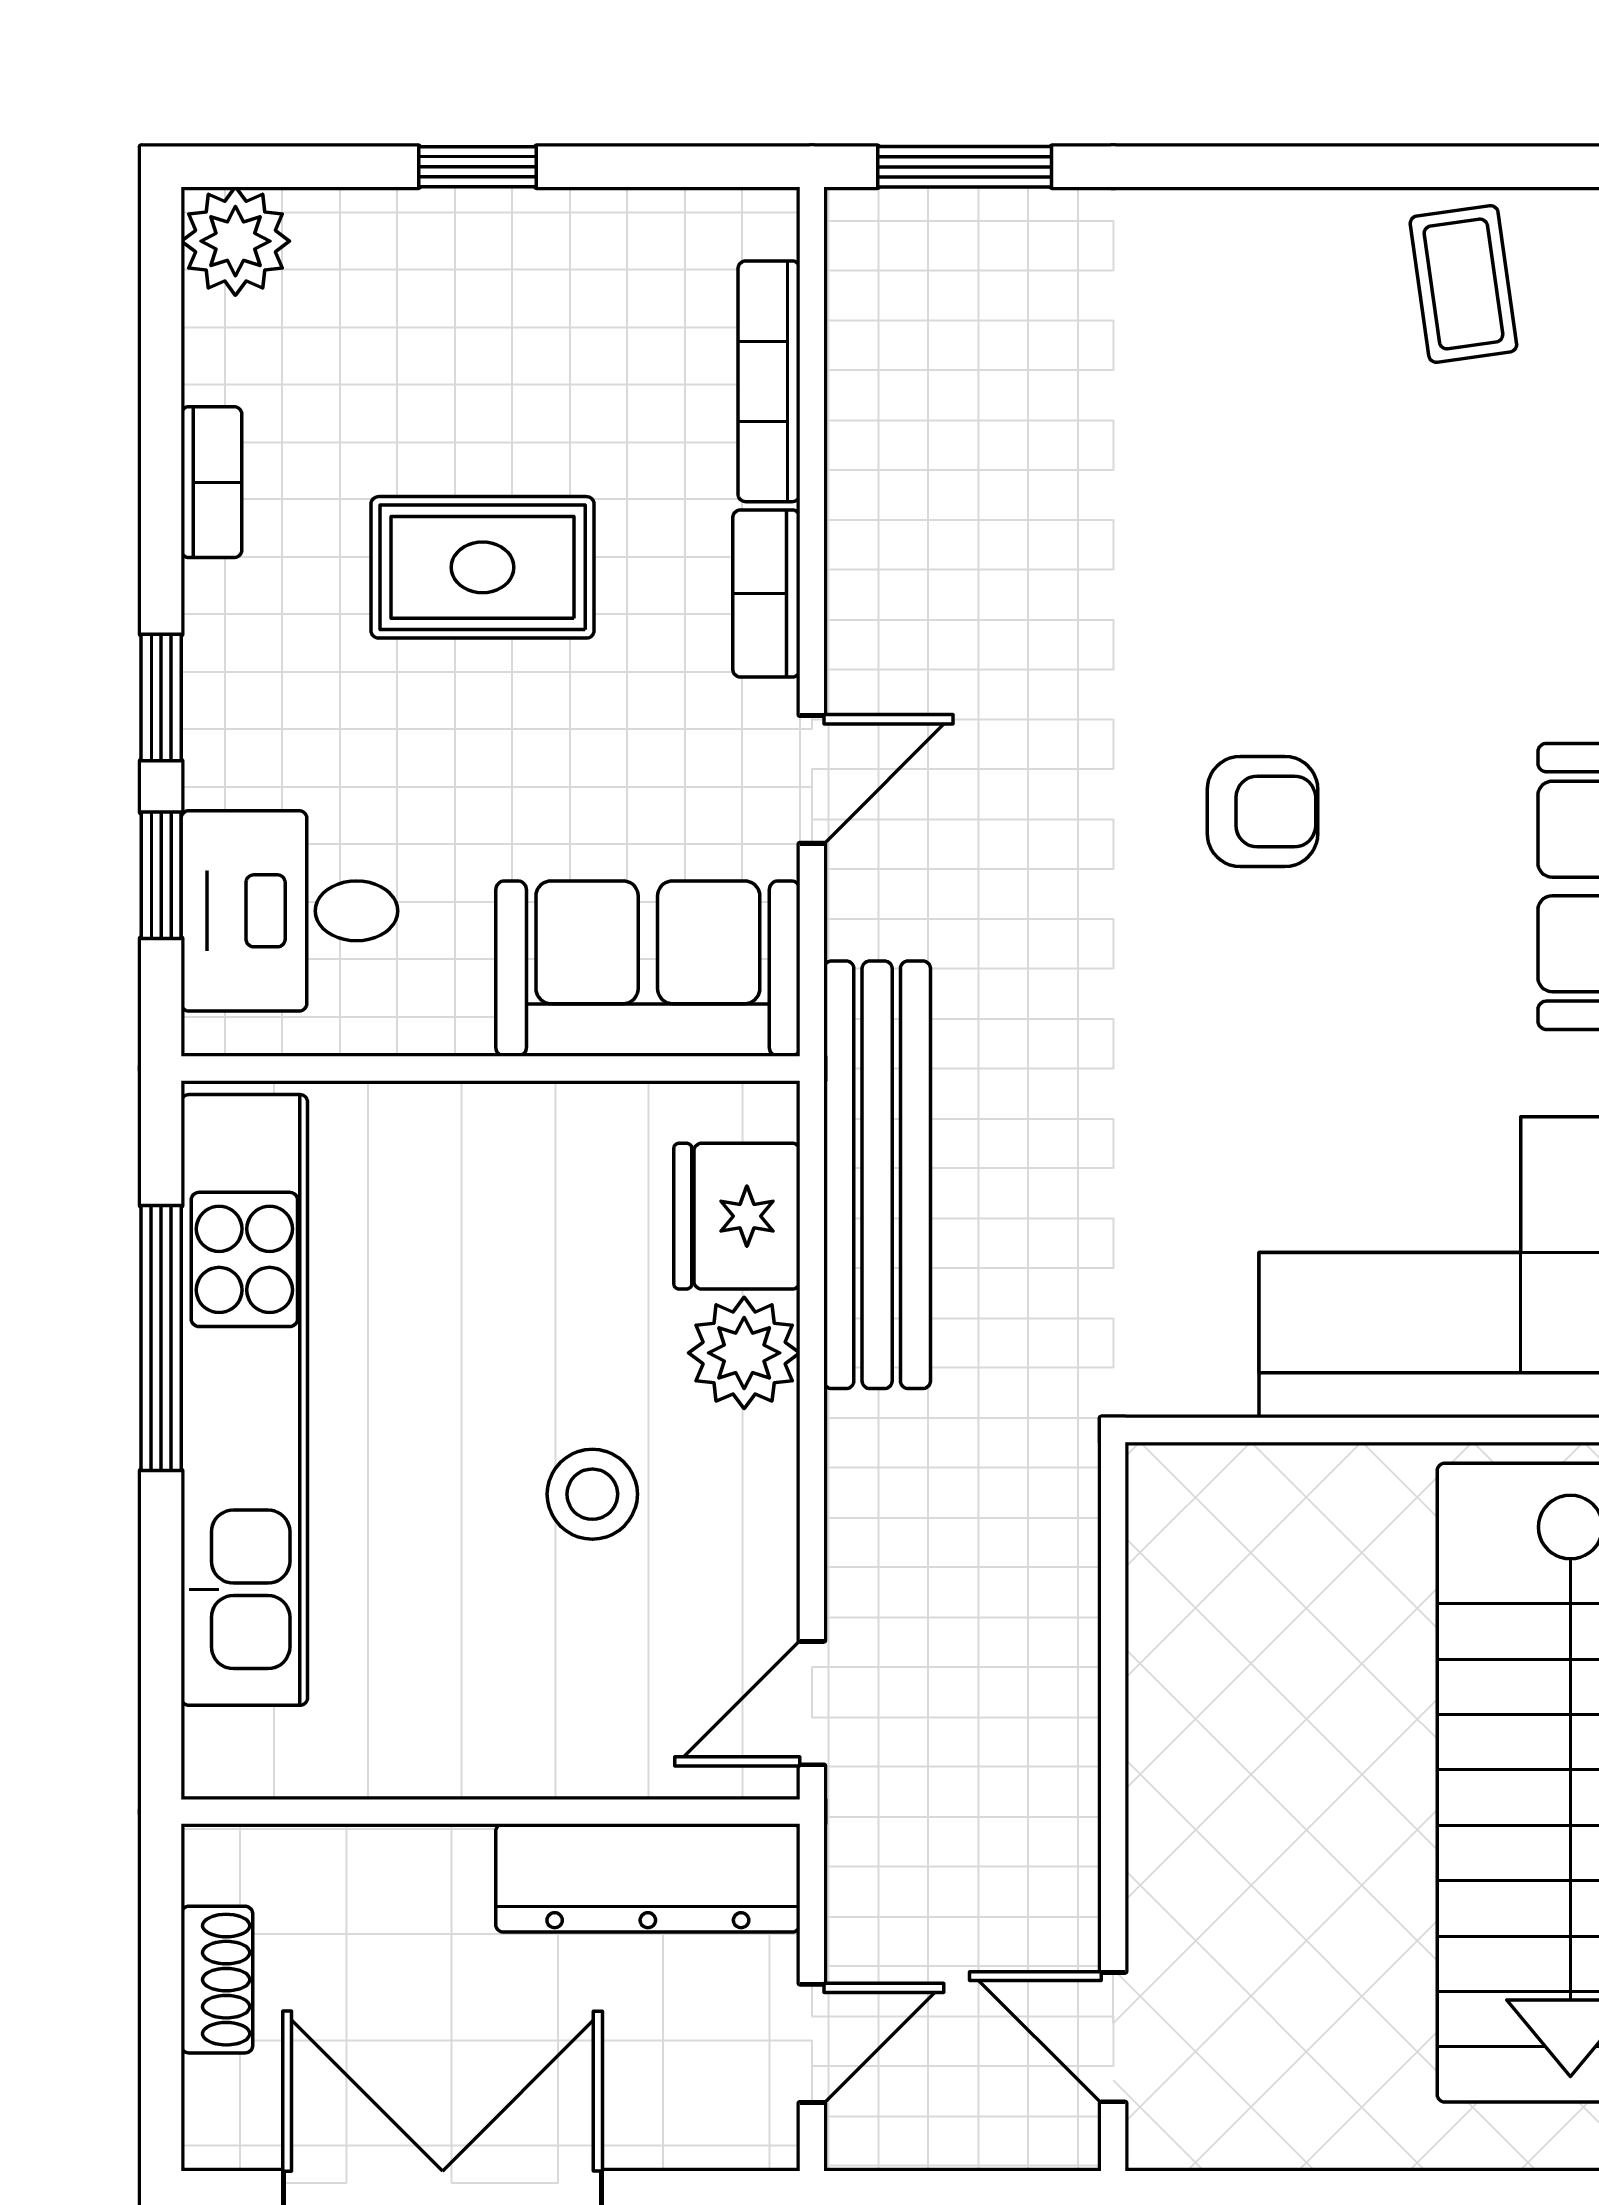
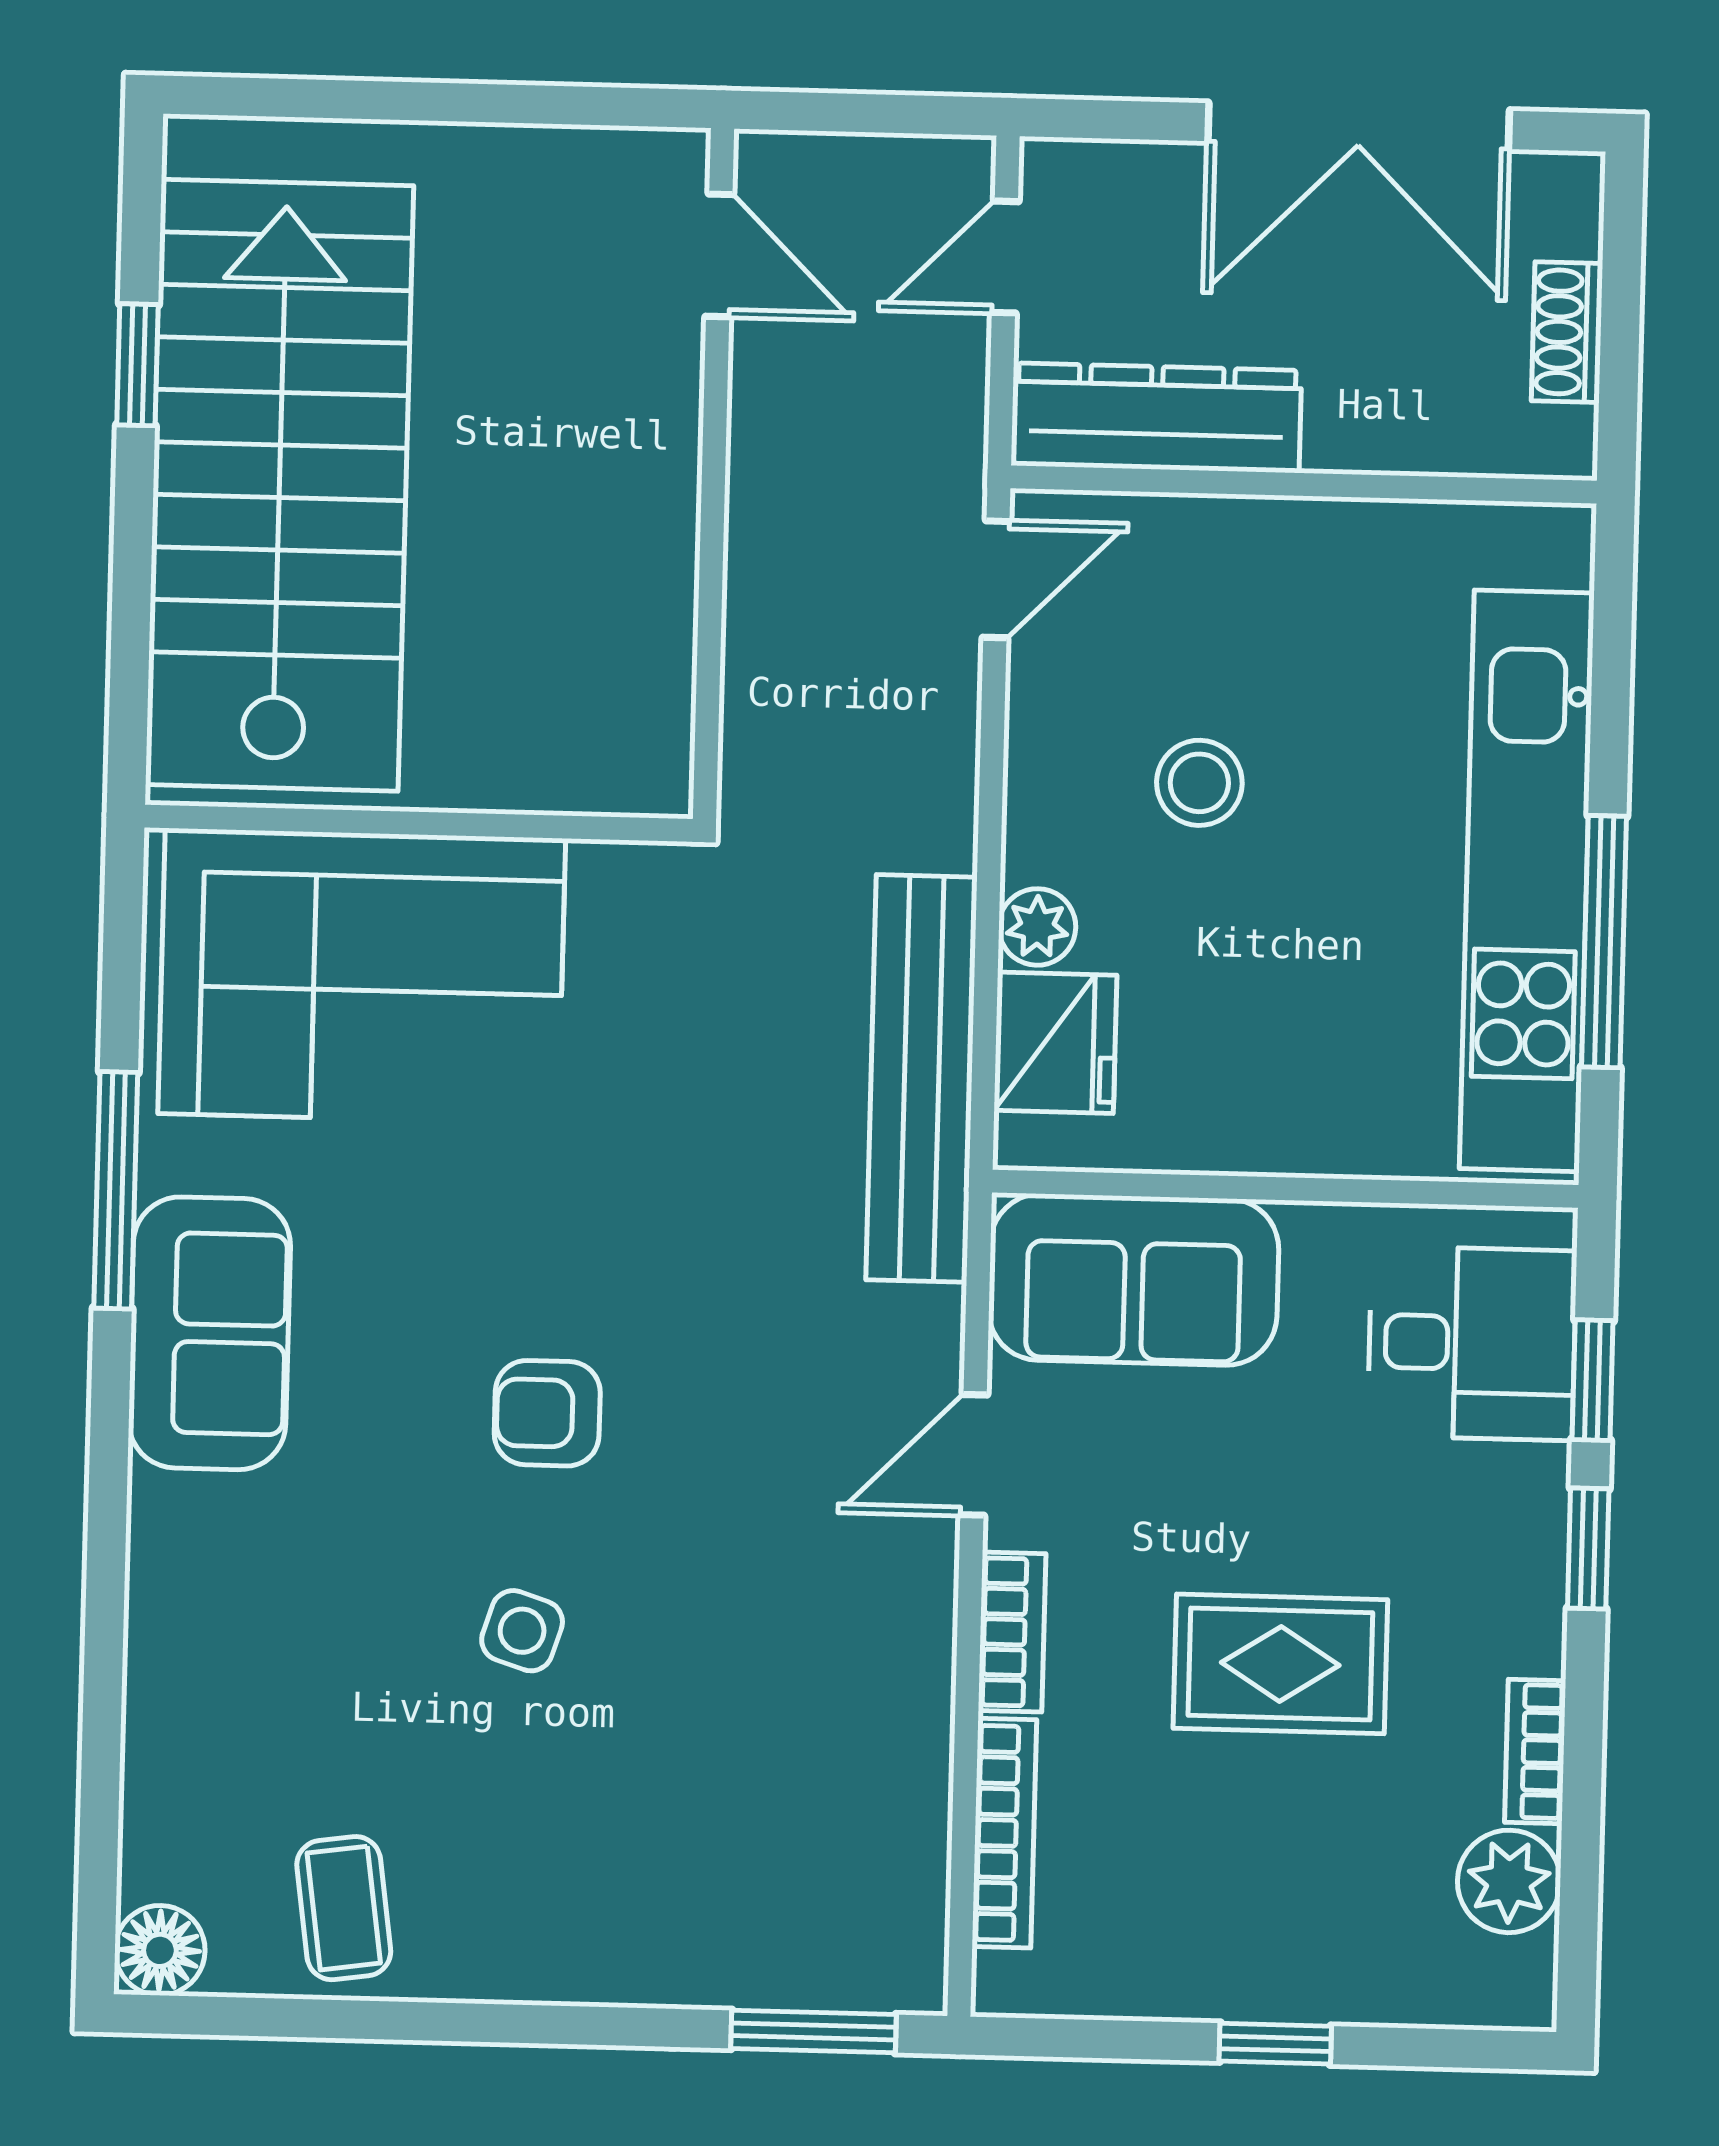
plant: (235, 241) -> (1509, 1881), moved
side table: (1283, 581) -> (522, 1631), added
plant: (744, 1353) -> (1037, 927), width x0.73, depth x0.73

